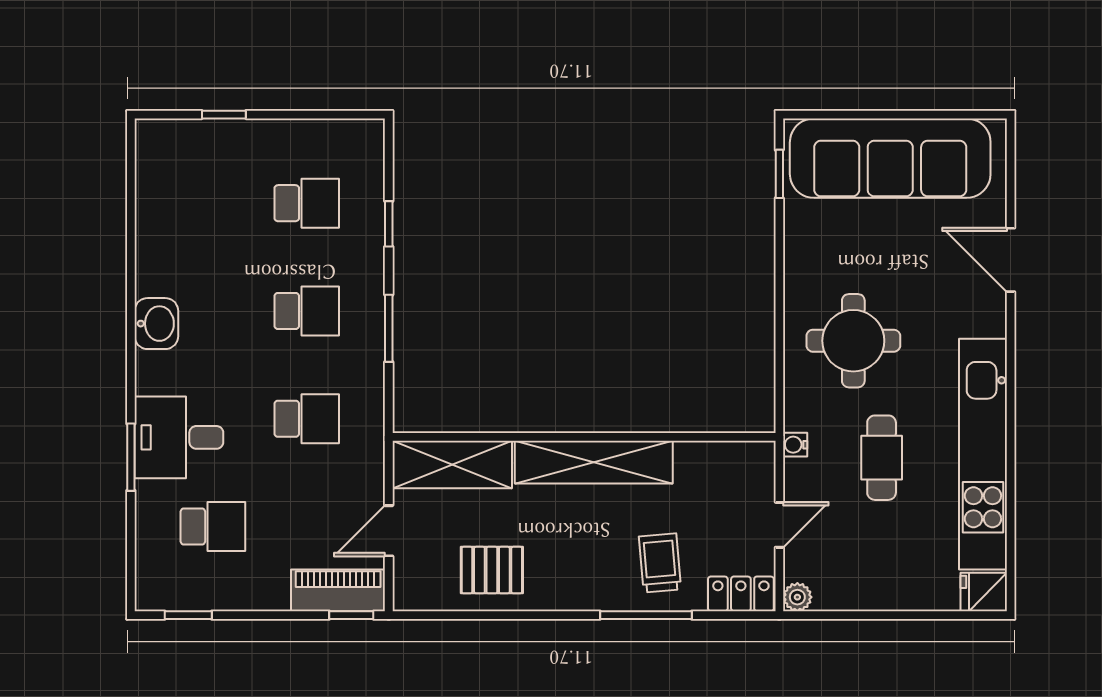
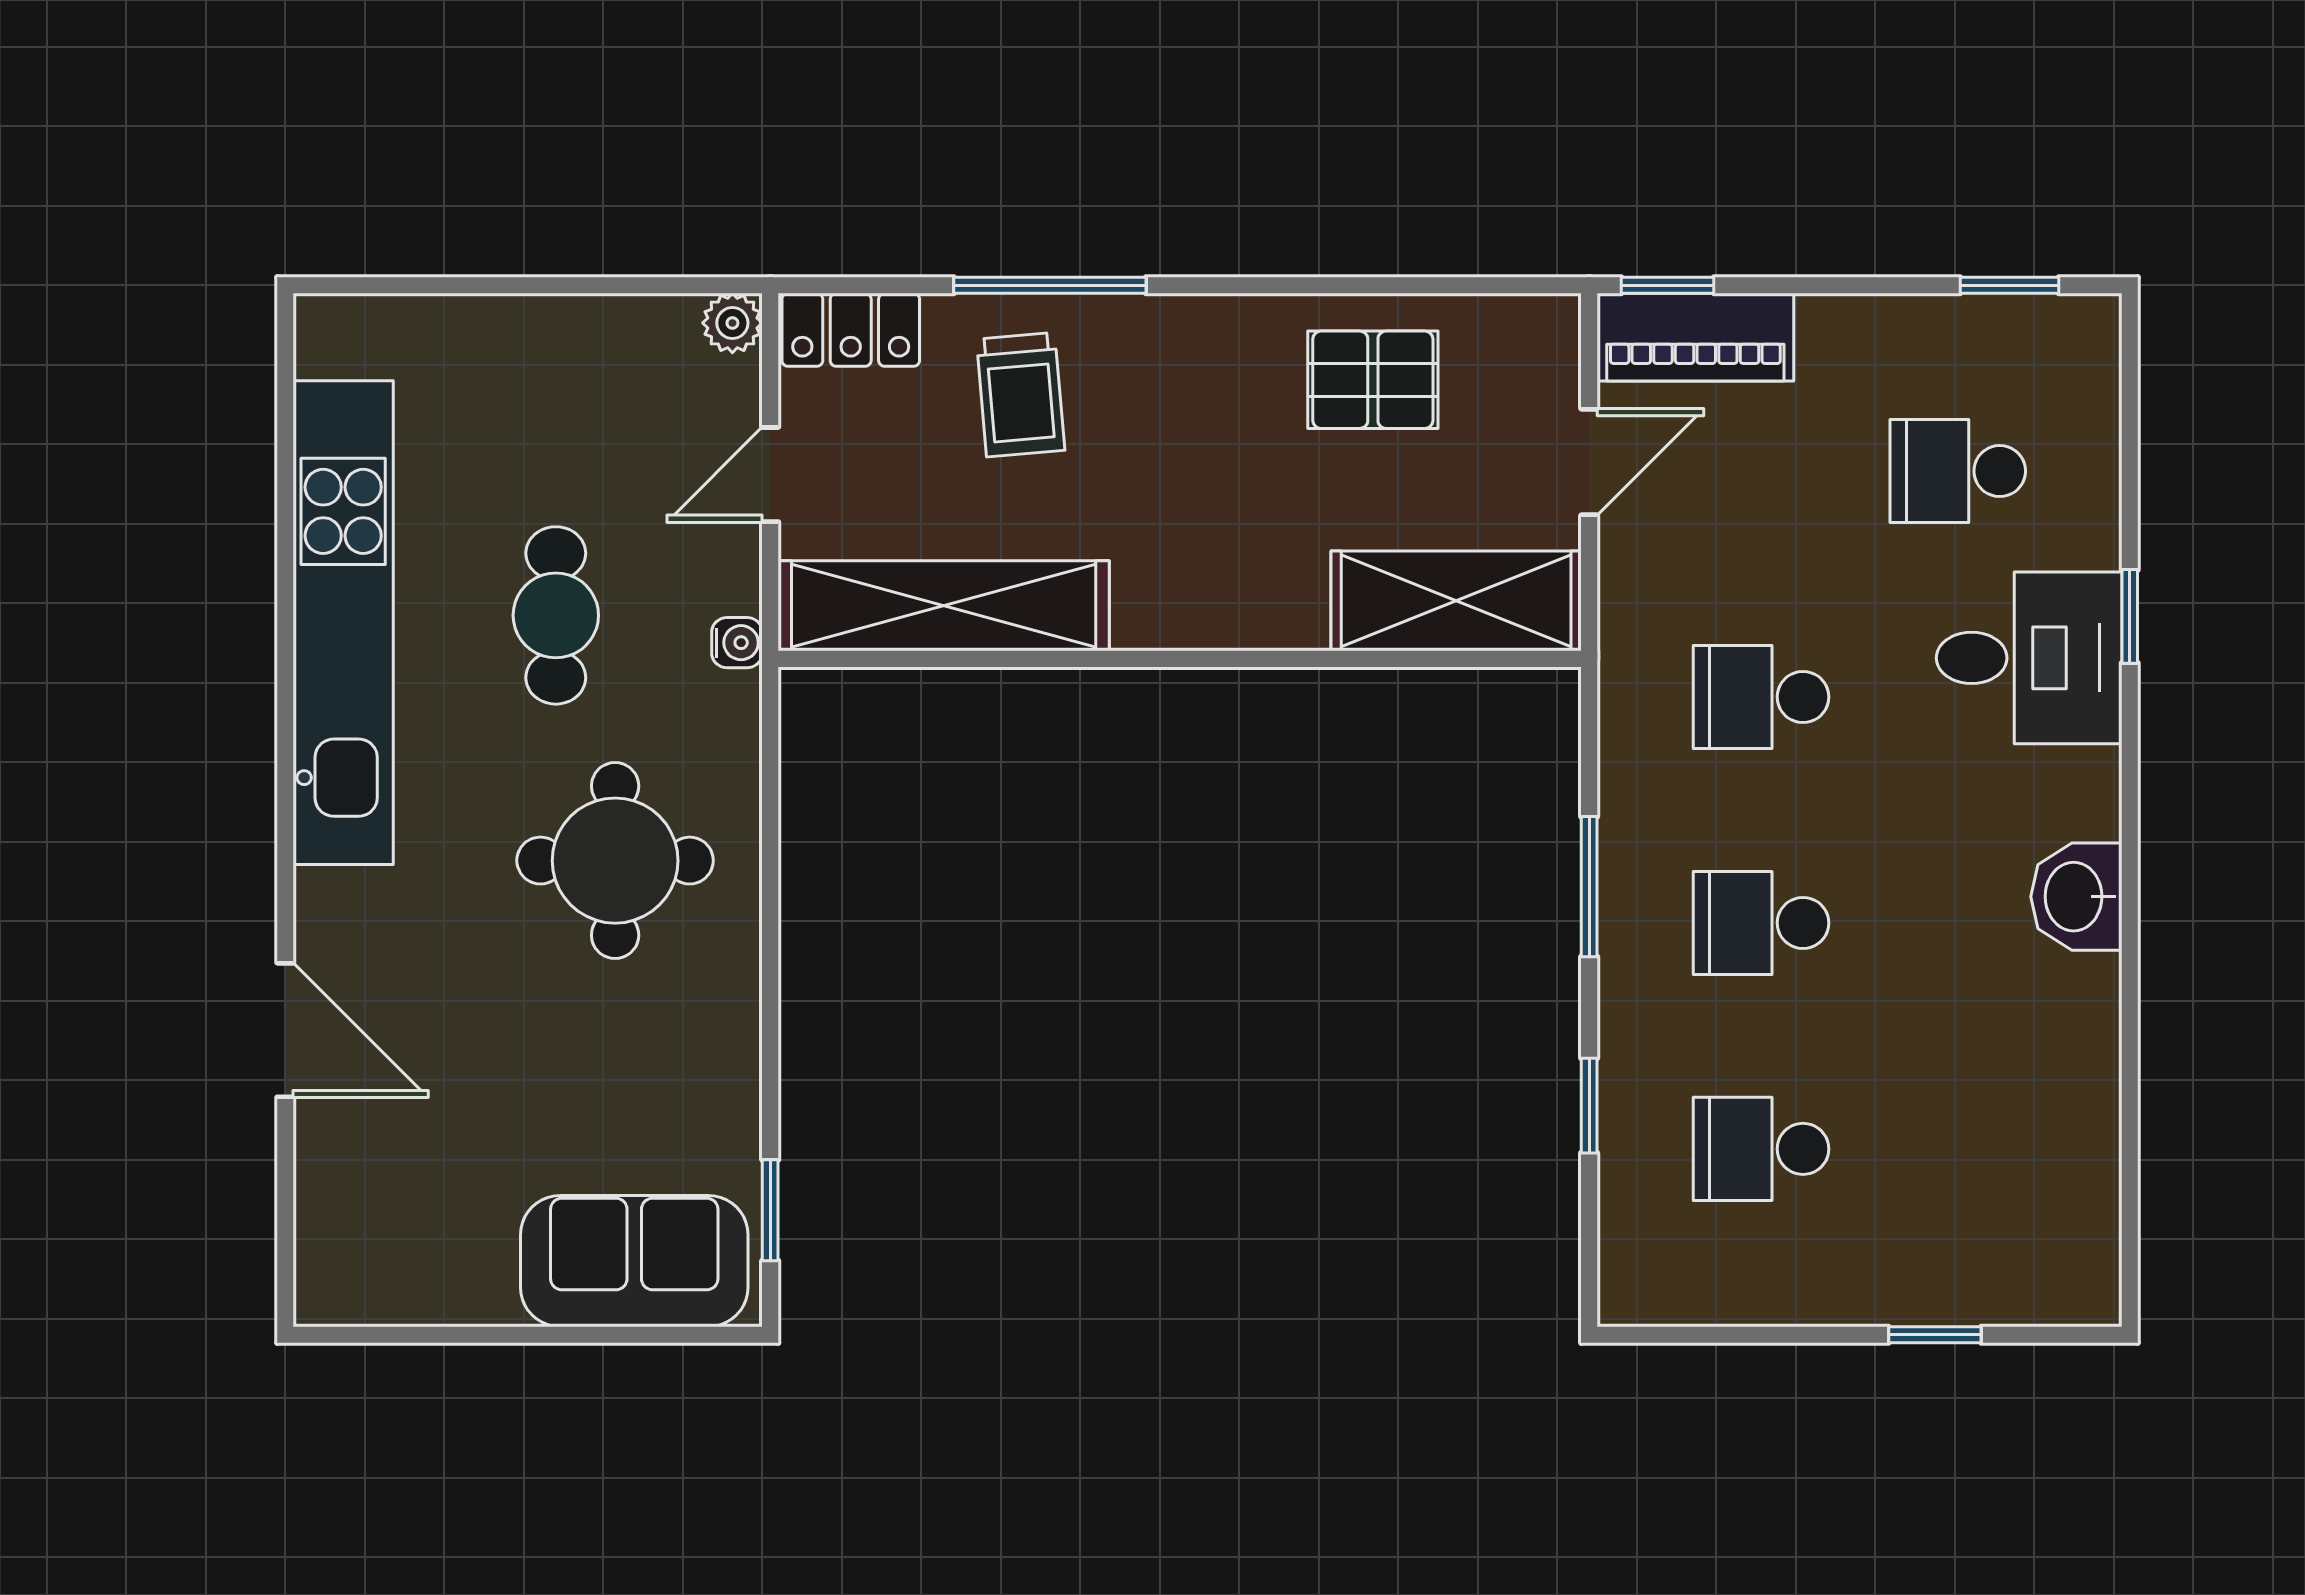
sofa: (890, 158) -> (634, 1261), width x0.54, depth x0.79
window: (131, 457) -> (2130, 616), width x0.67
shelving: (594, 462) -> (944, 606), moved
fridge: (984, 592) -> (342, 334), removed

